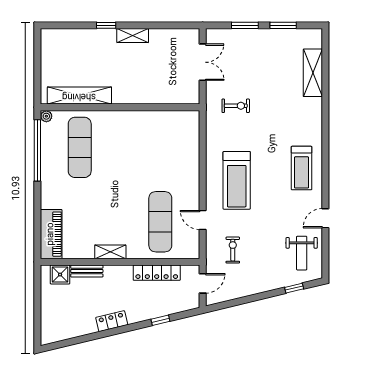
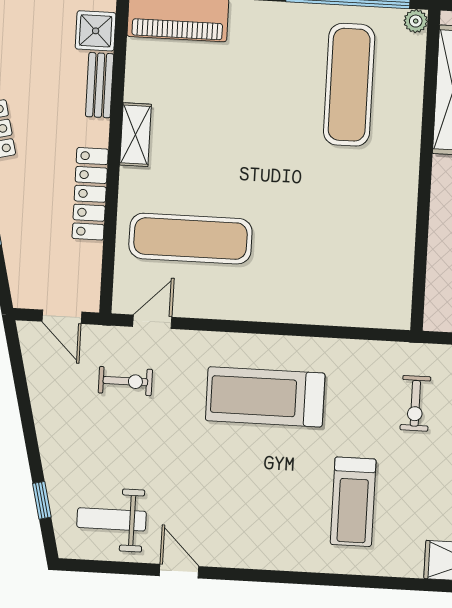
exercise mat: (80, 147) -> (349, 85), turned 90
treadmill: (302, 168) -> (353, 502), moved, turned -90
door: (203, 220) -> (152, 322), moved
locker: (157, 273) -> (90, 194), moved

